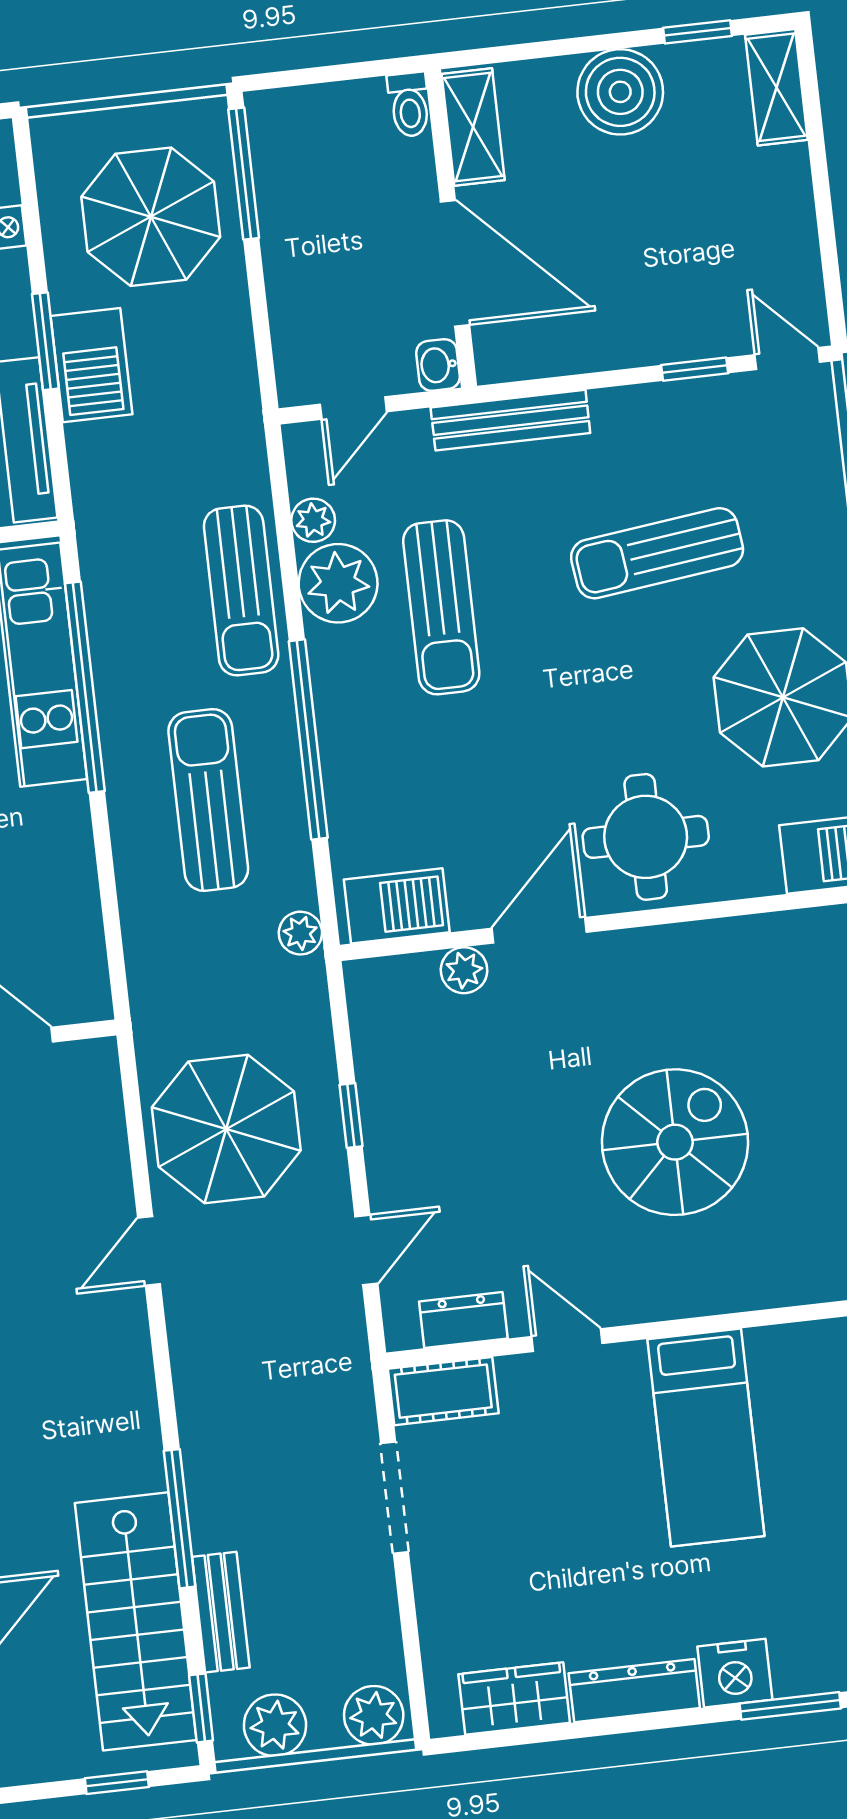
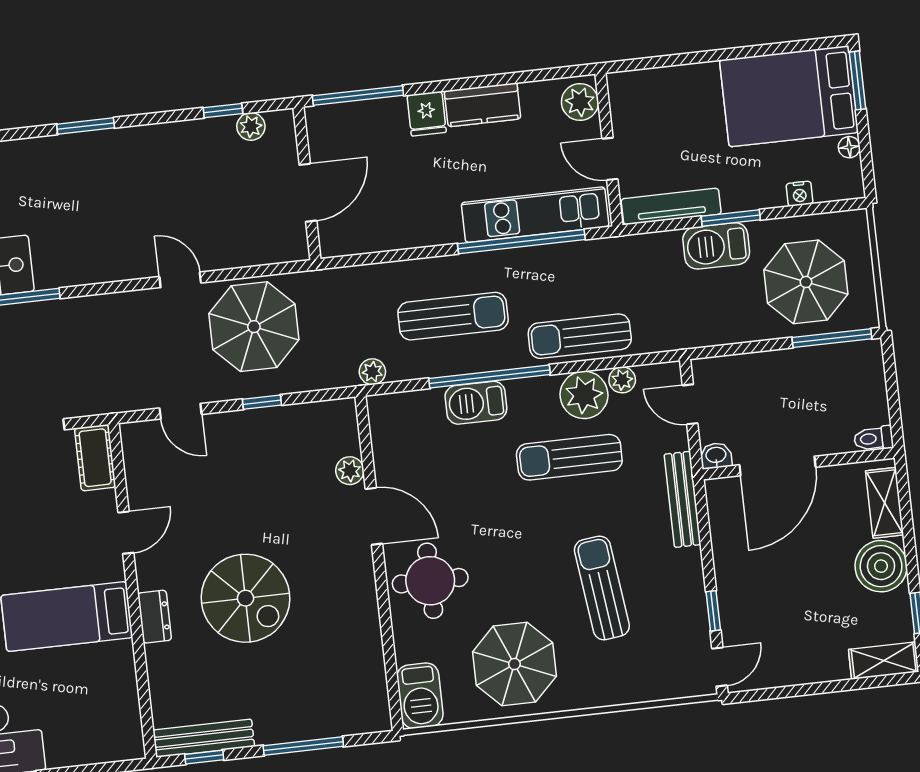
shelving: (473, 127) -> (885, 503), moved, turned 90
barbecue: (397, 906) -> (476, 403), moved, turned 90
dresser: (463, 1320) -> (155, 617), moved

